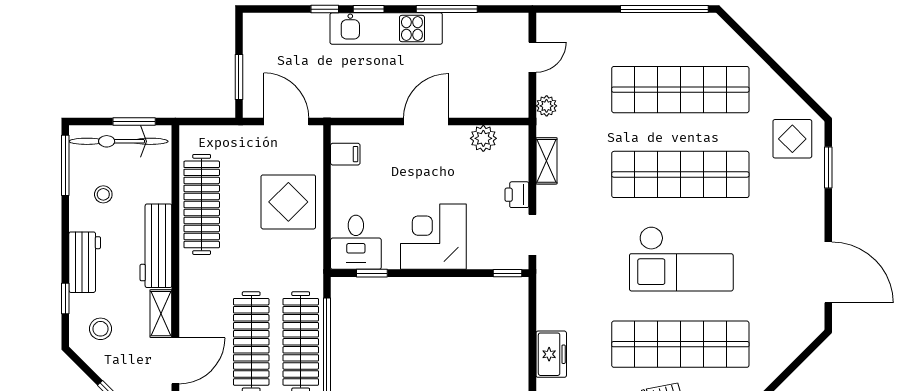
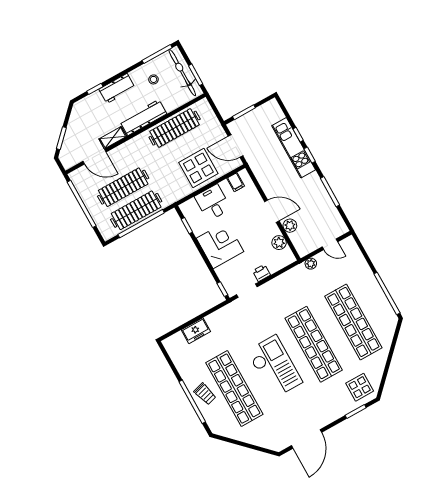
kitchen unit: (386, 29) -> (294, 148), moved
plant: (466, 105) -> (290, 226), added
door: (286, 122) -> (235, 146), swing flipped
shelving: (547, 161) -> (285, 278), removed
desk: (356, 242) -> (213, 203), moved, turned 90
checkout: (681, 259) -> (275, 367), turned 180
stool: (101, 329) -> (90, 113), removed

